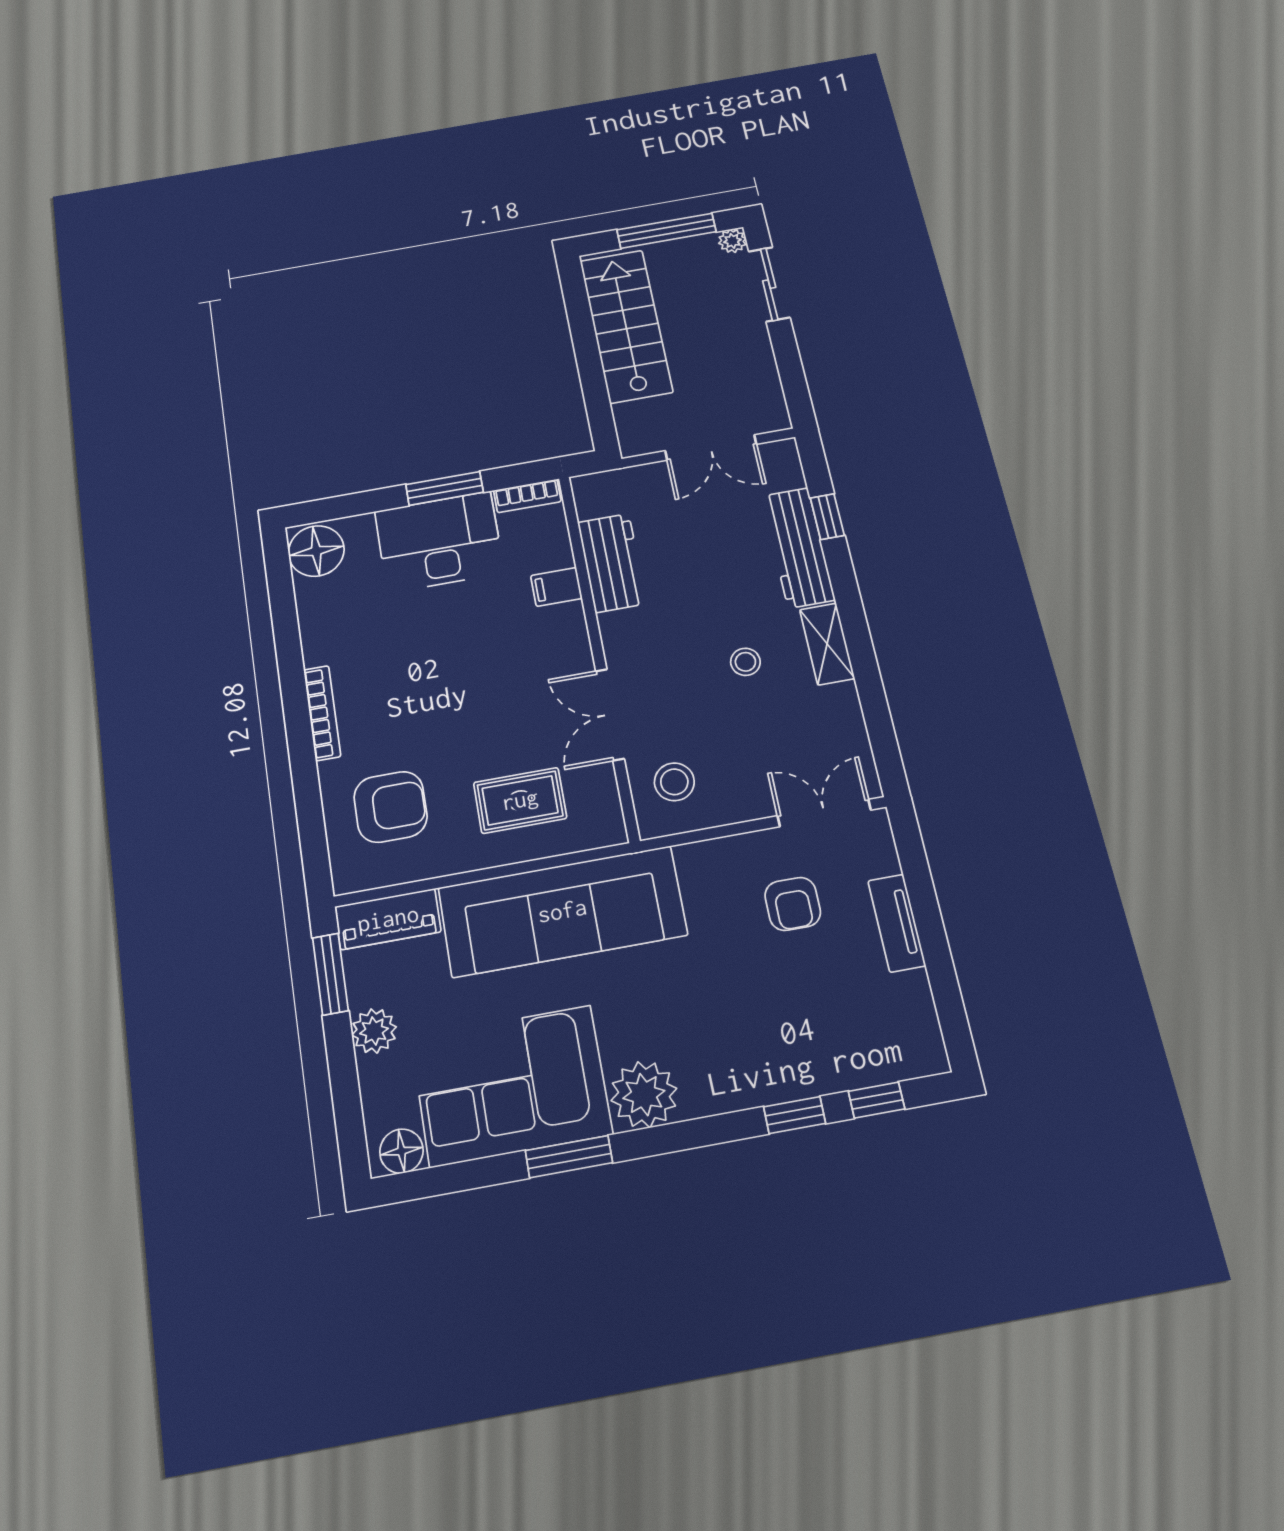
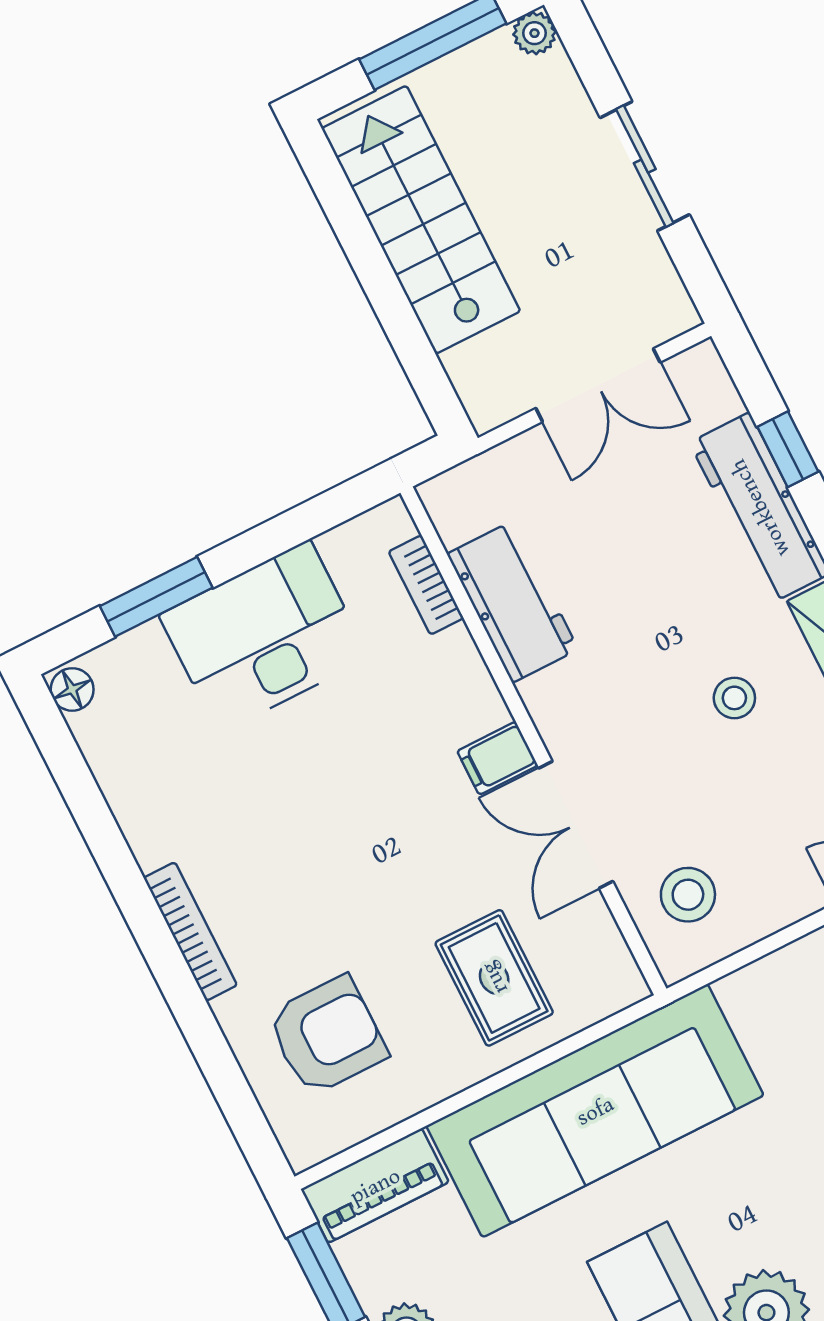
sliding door: (769, 284) -> (645, 166), moved
window: (444, 488) -> (156, 597), moved
bookcase: (527, 496) -> (426, 585), moved, turned 90
floor lamp: (316, 551) -> (72, 689), width x0.53, depth x0.53
filing cabinet: (556, 587) -> (497, 758), moved
rug: (520, 800) -> (494, 978), turned 90

